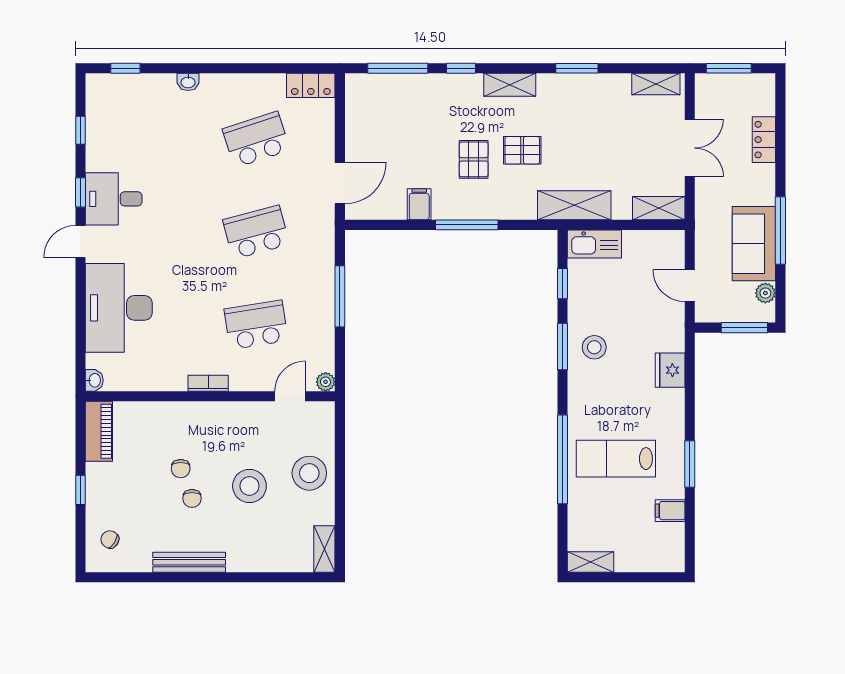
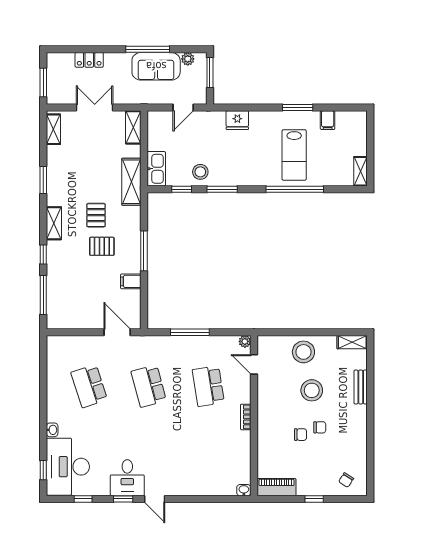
locker: (311, 85) -> (54, 351), removed
desk: (119, 308) -> (68, 467), moved, turned 90
stool: (594, 347) -> (200, 172), moved
bench: (189, 562) -> (361, 387), moved, width x0.73

